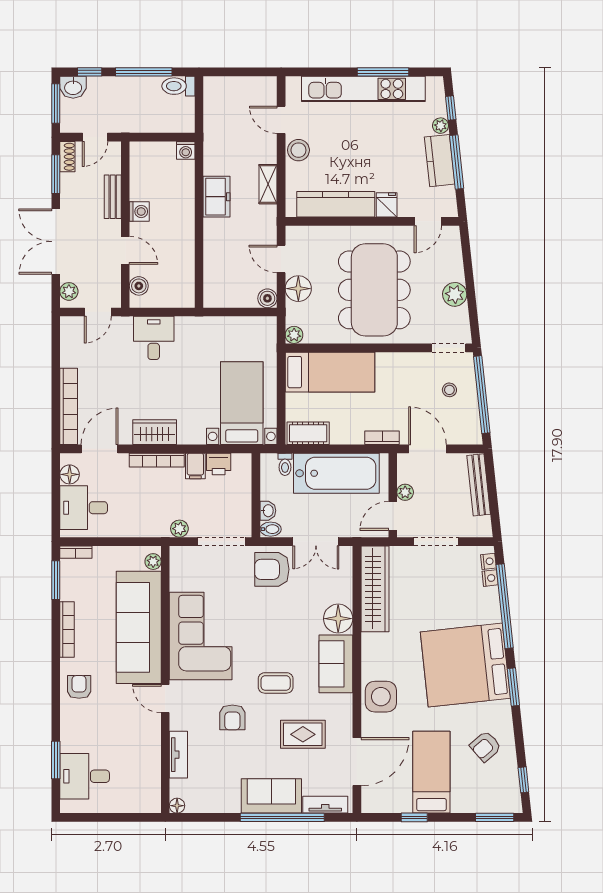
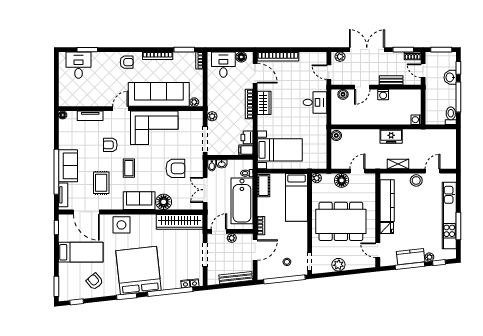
washbasin: (73, 87) -> (450, 77), moved
boiler: (267, 298) -> (336, 135), moved
filing cabinet: (195, 466) -> (246, 150), moved
door: (393, 516) -> (219, 231), hinge flipped
armchair: (272, 569) -> (175, 168), moved, turned 90
window: (414, 817) -> (56, 227), moved

